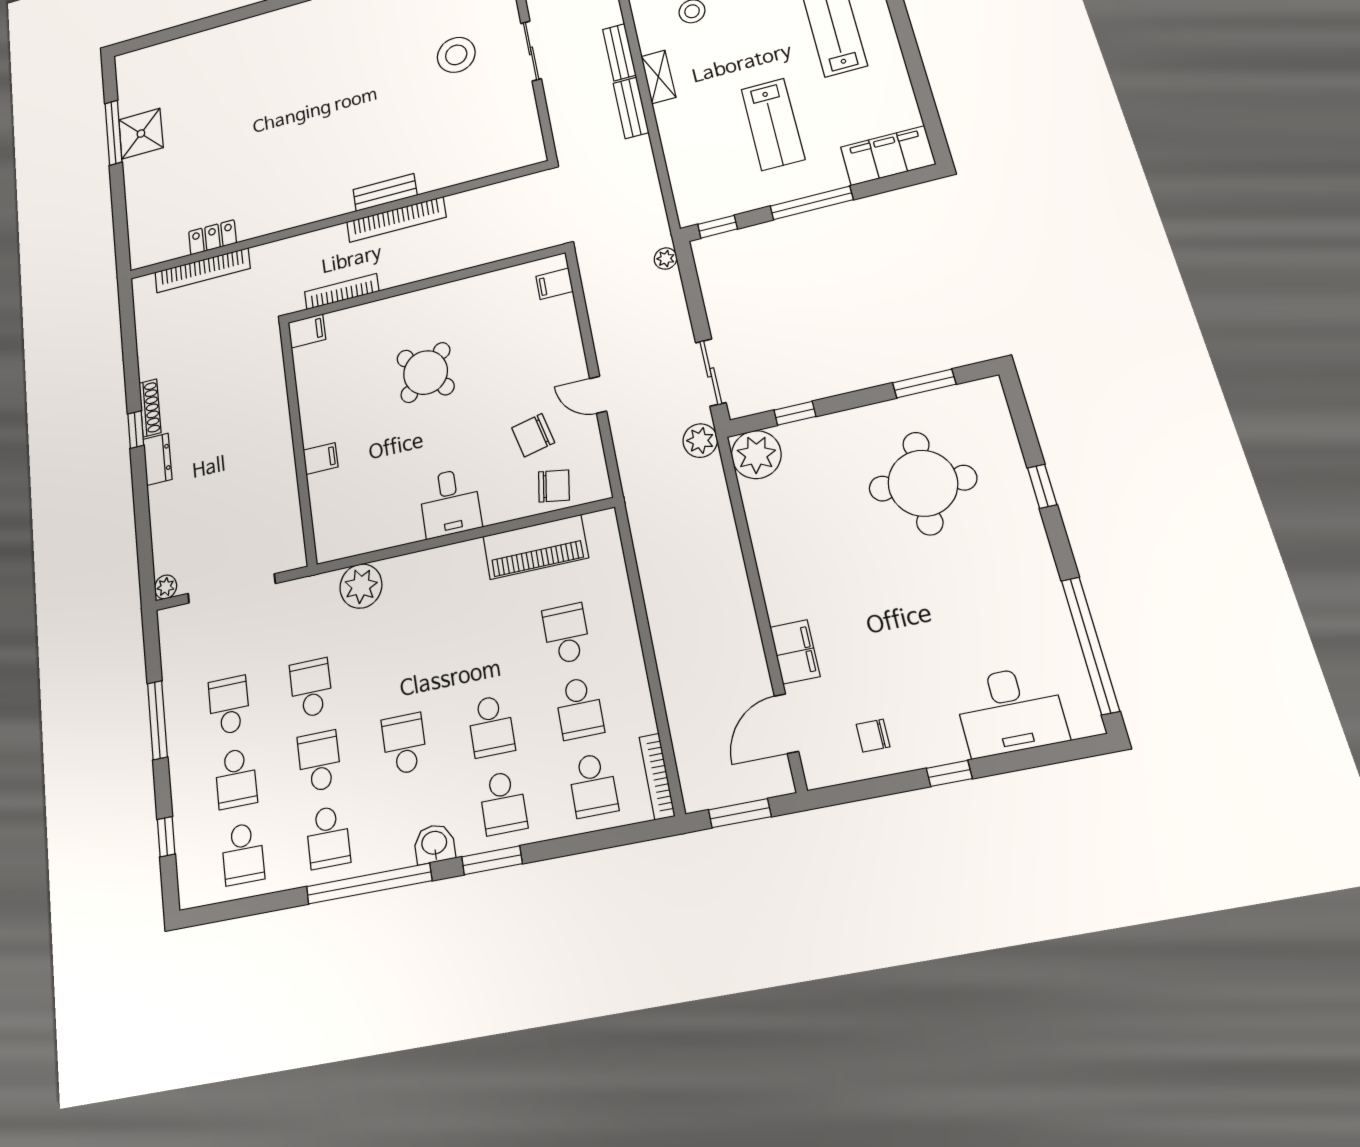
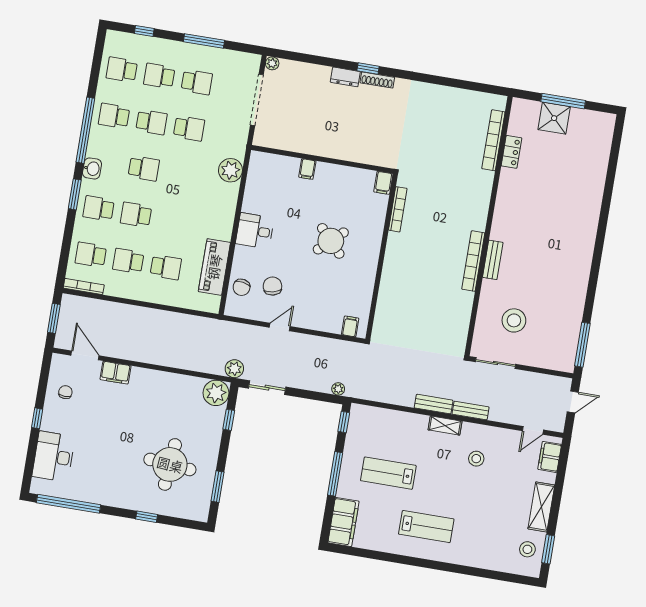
bench: (385, 192) -> (493, 260), moved
bookcase: (396, 220) -> (473, 261), moved
wall: (335, 221) -> (489, 226), moved
locker: (212, 237) -> (512, 152), moved
bookcase: (202, 270) -> (493, 140), moved

